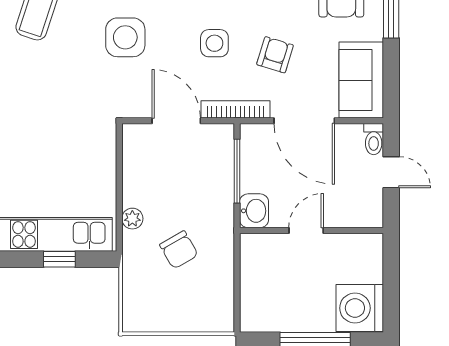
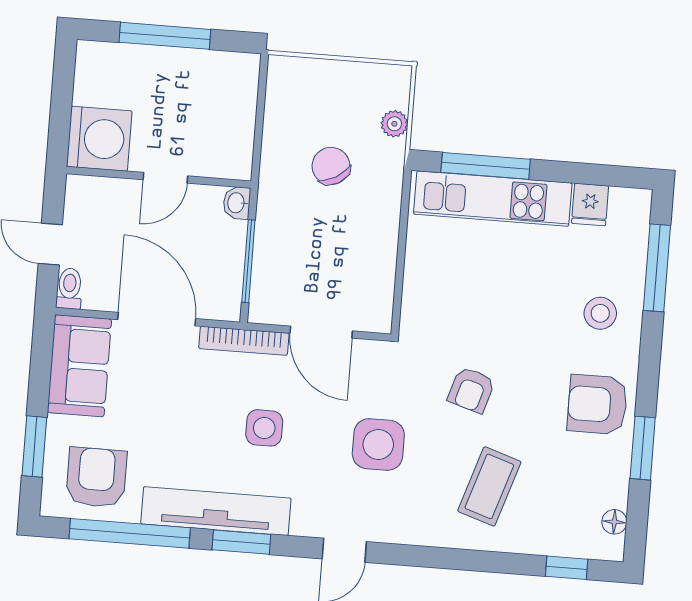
armchair: (275, 55) -> (471, 390), moved
washbasin: (254, 211) -> (237, 203), width x0.72, depth x0.69
plant: (132, 219) -> (394, 124), moved
window: (59, 259) -> (486, 166), width x2.17
washing machine: (360, 308) -> (99, 139), moved

